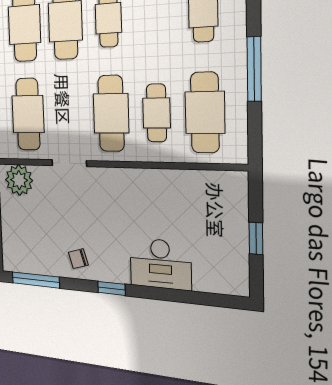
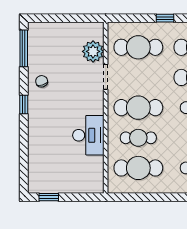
window: (254, 69) -> (163, 197), removed
plant: (19, 180) -> (93, 51), moved
window: (256, 238) -> (49, 197), moved
desk: (160, 264) -> (88, 135), moved, turned 180

